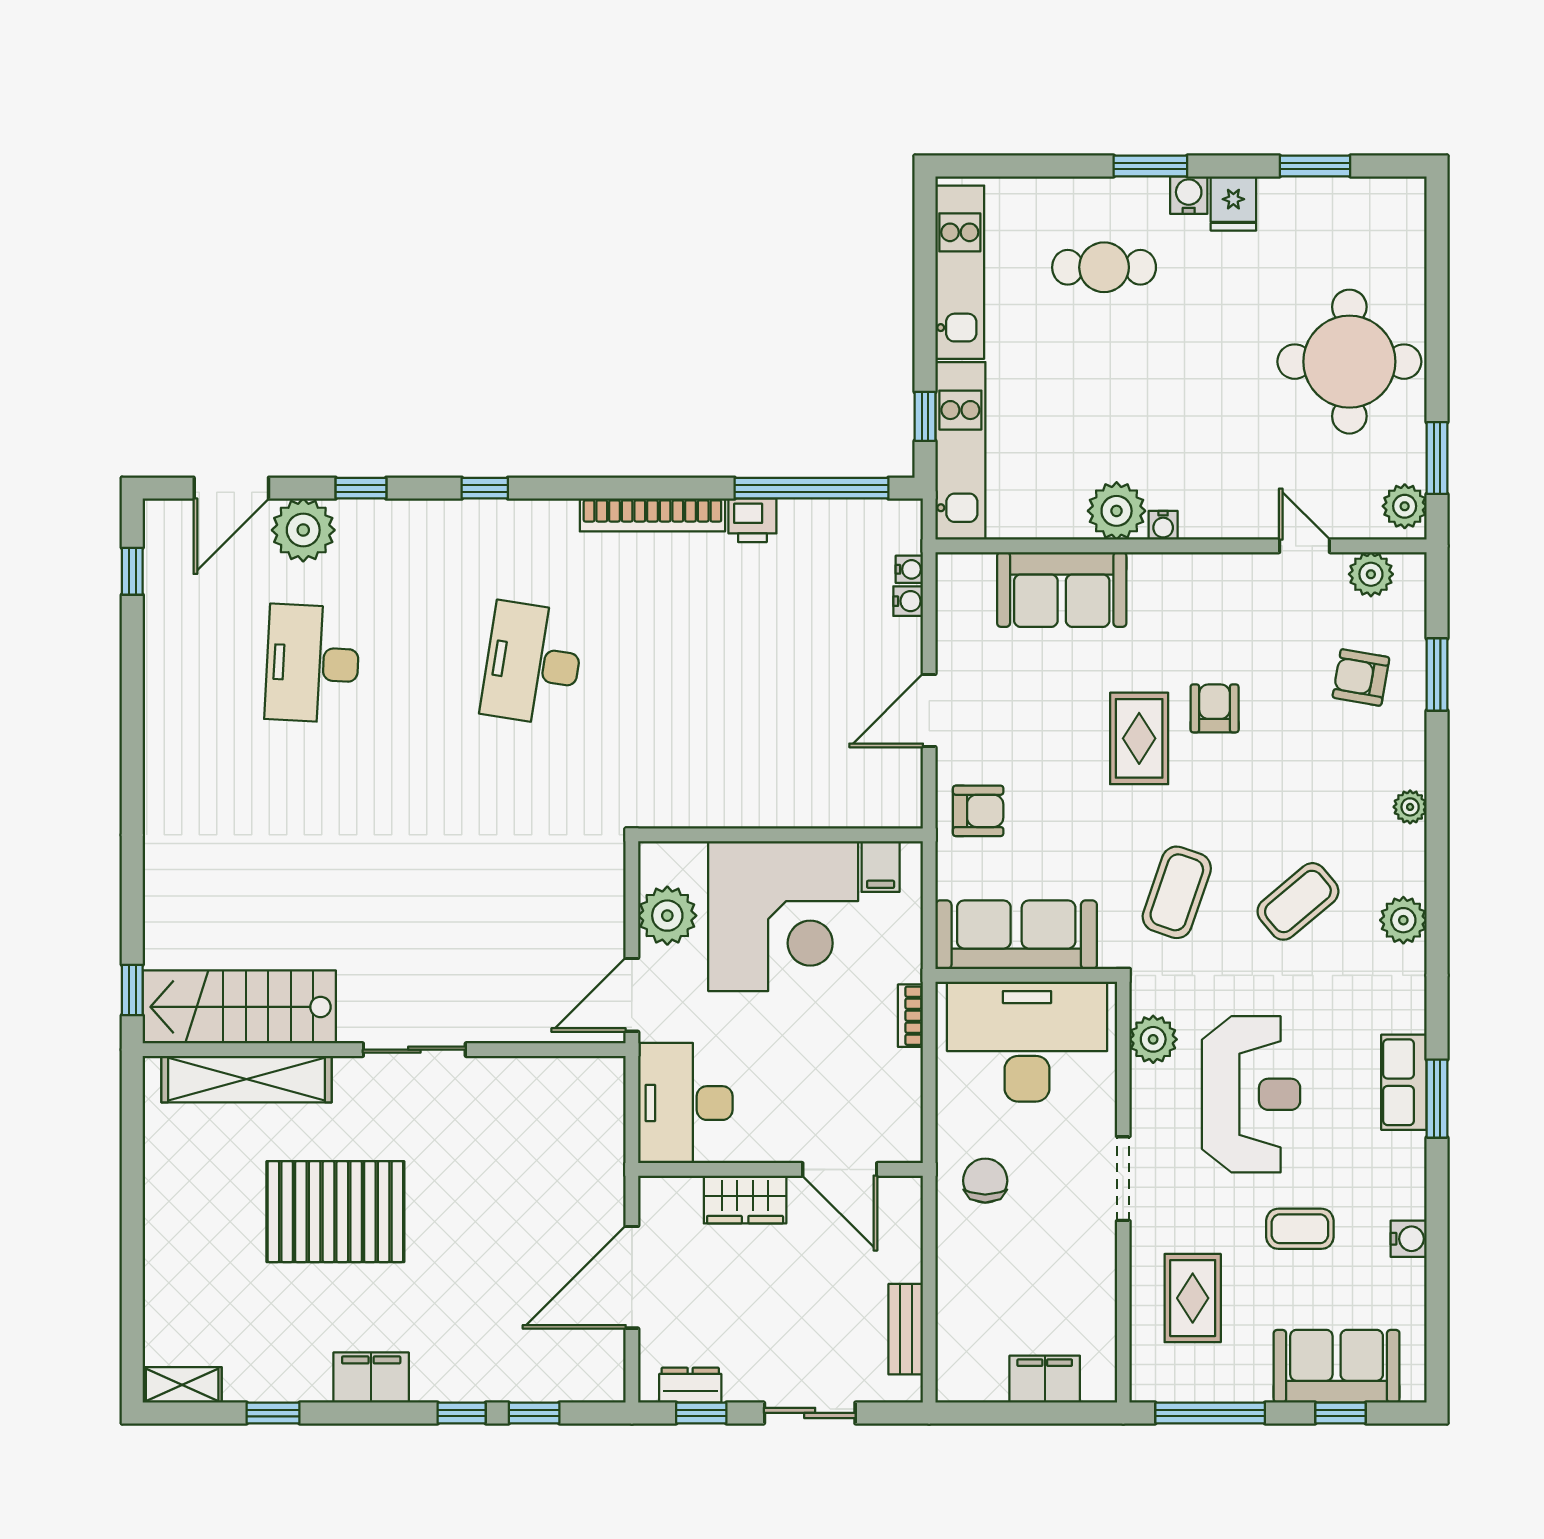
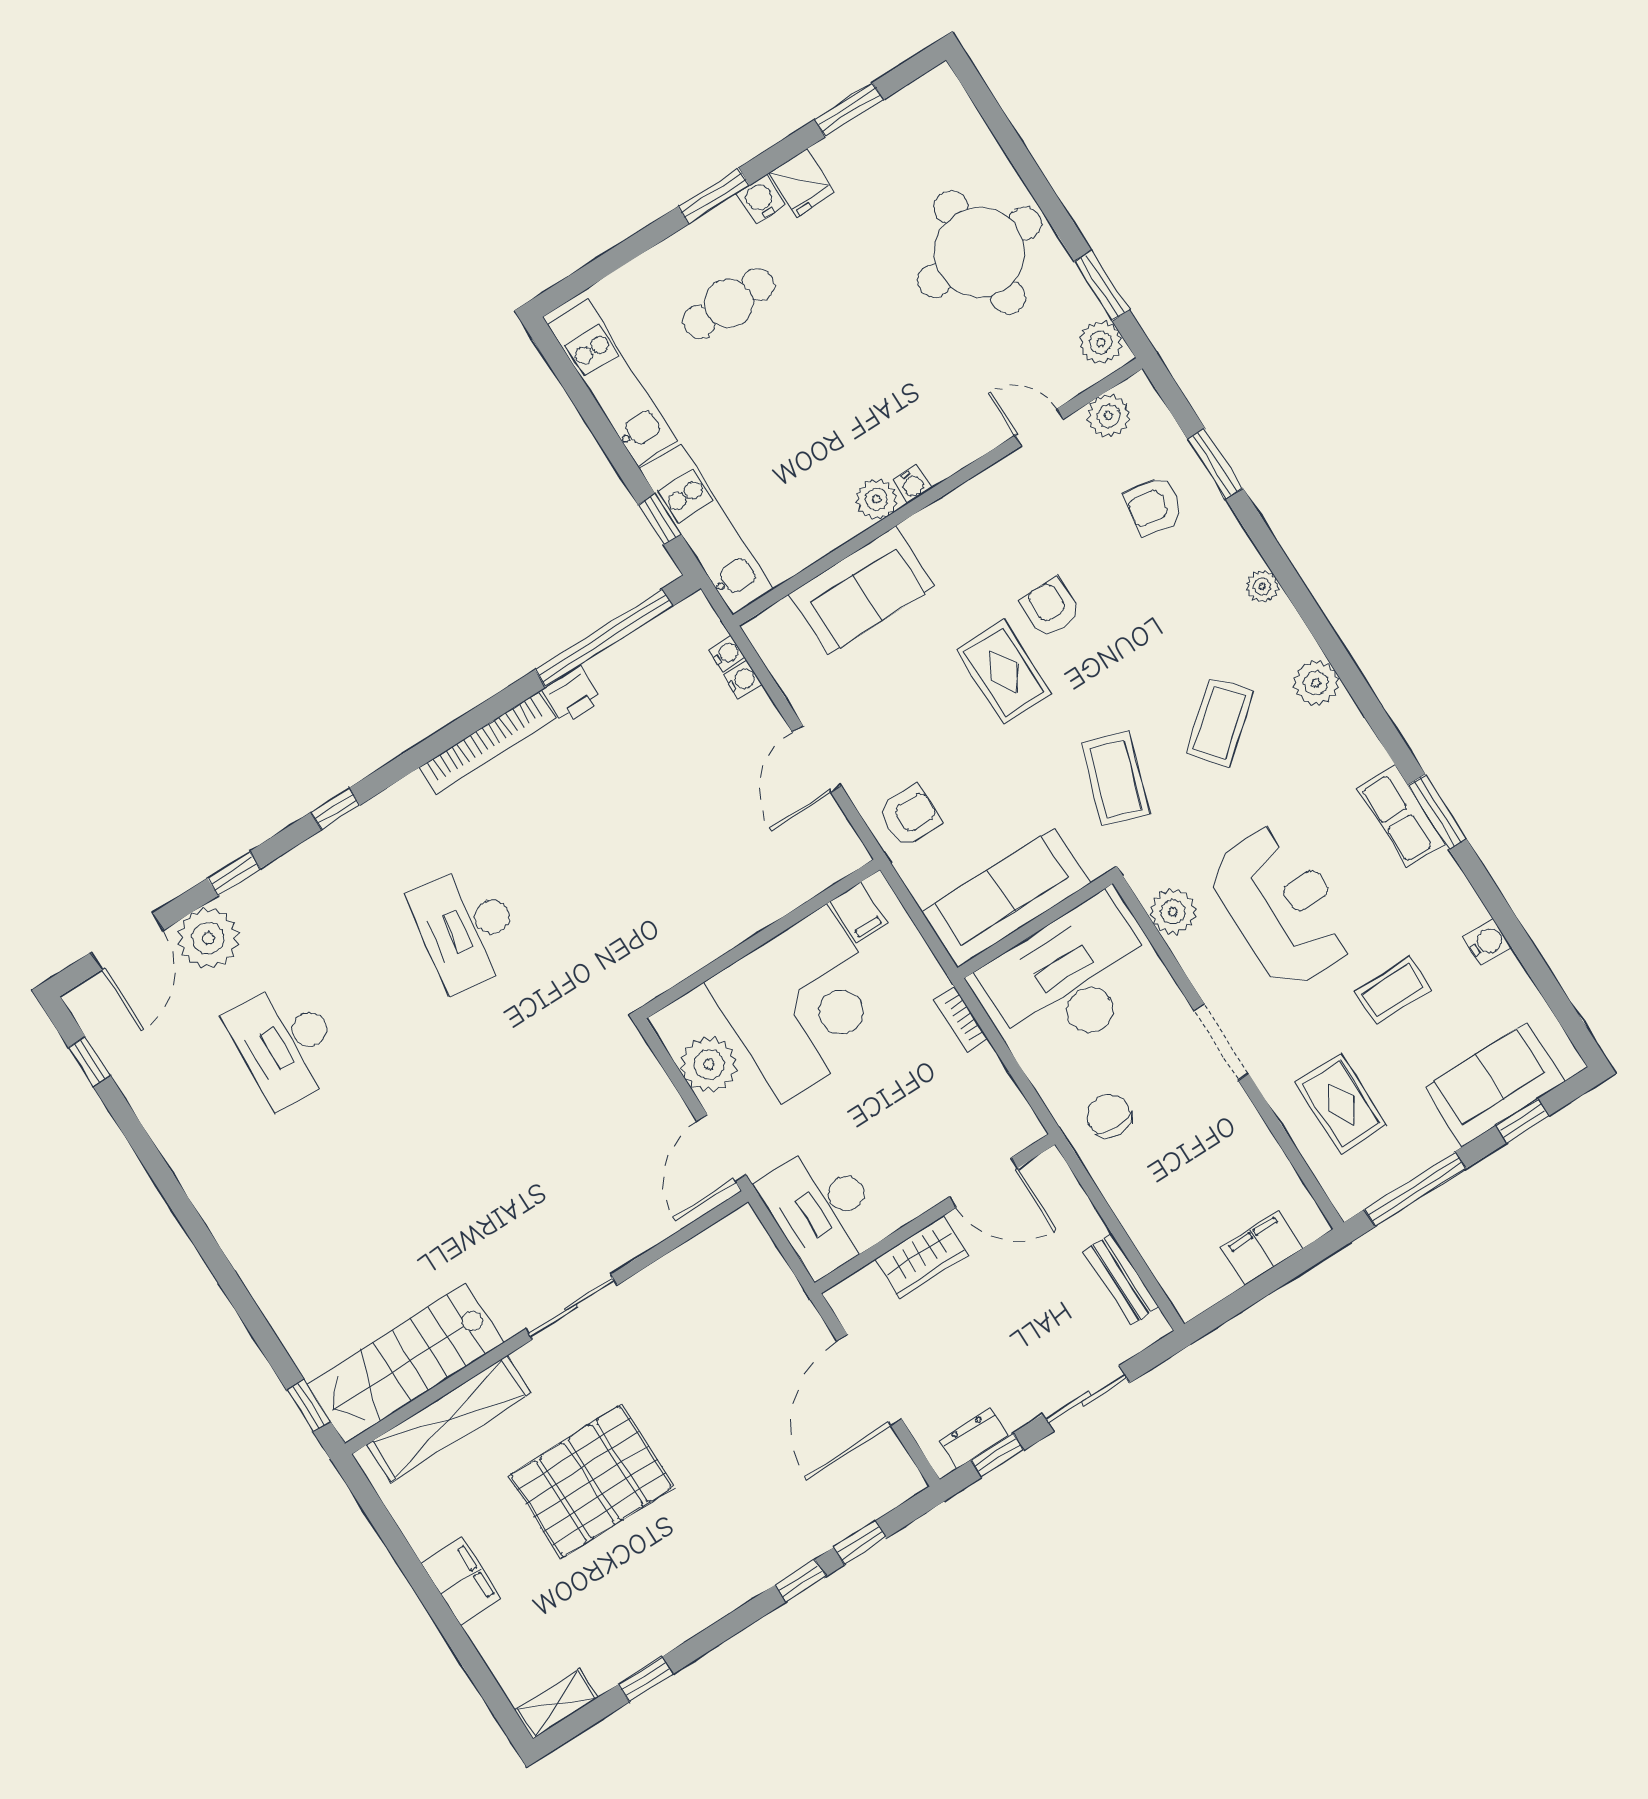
plant: (1117, 511) -> (877, 499), width x0.73, depth x0.73
filing cabinet: (371, 1378) -> (461, 1581), moved, turned 90

